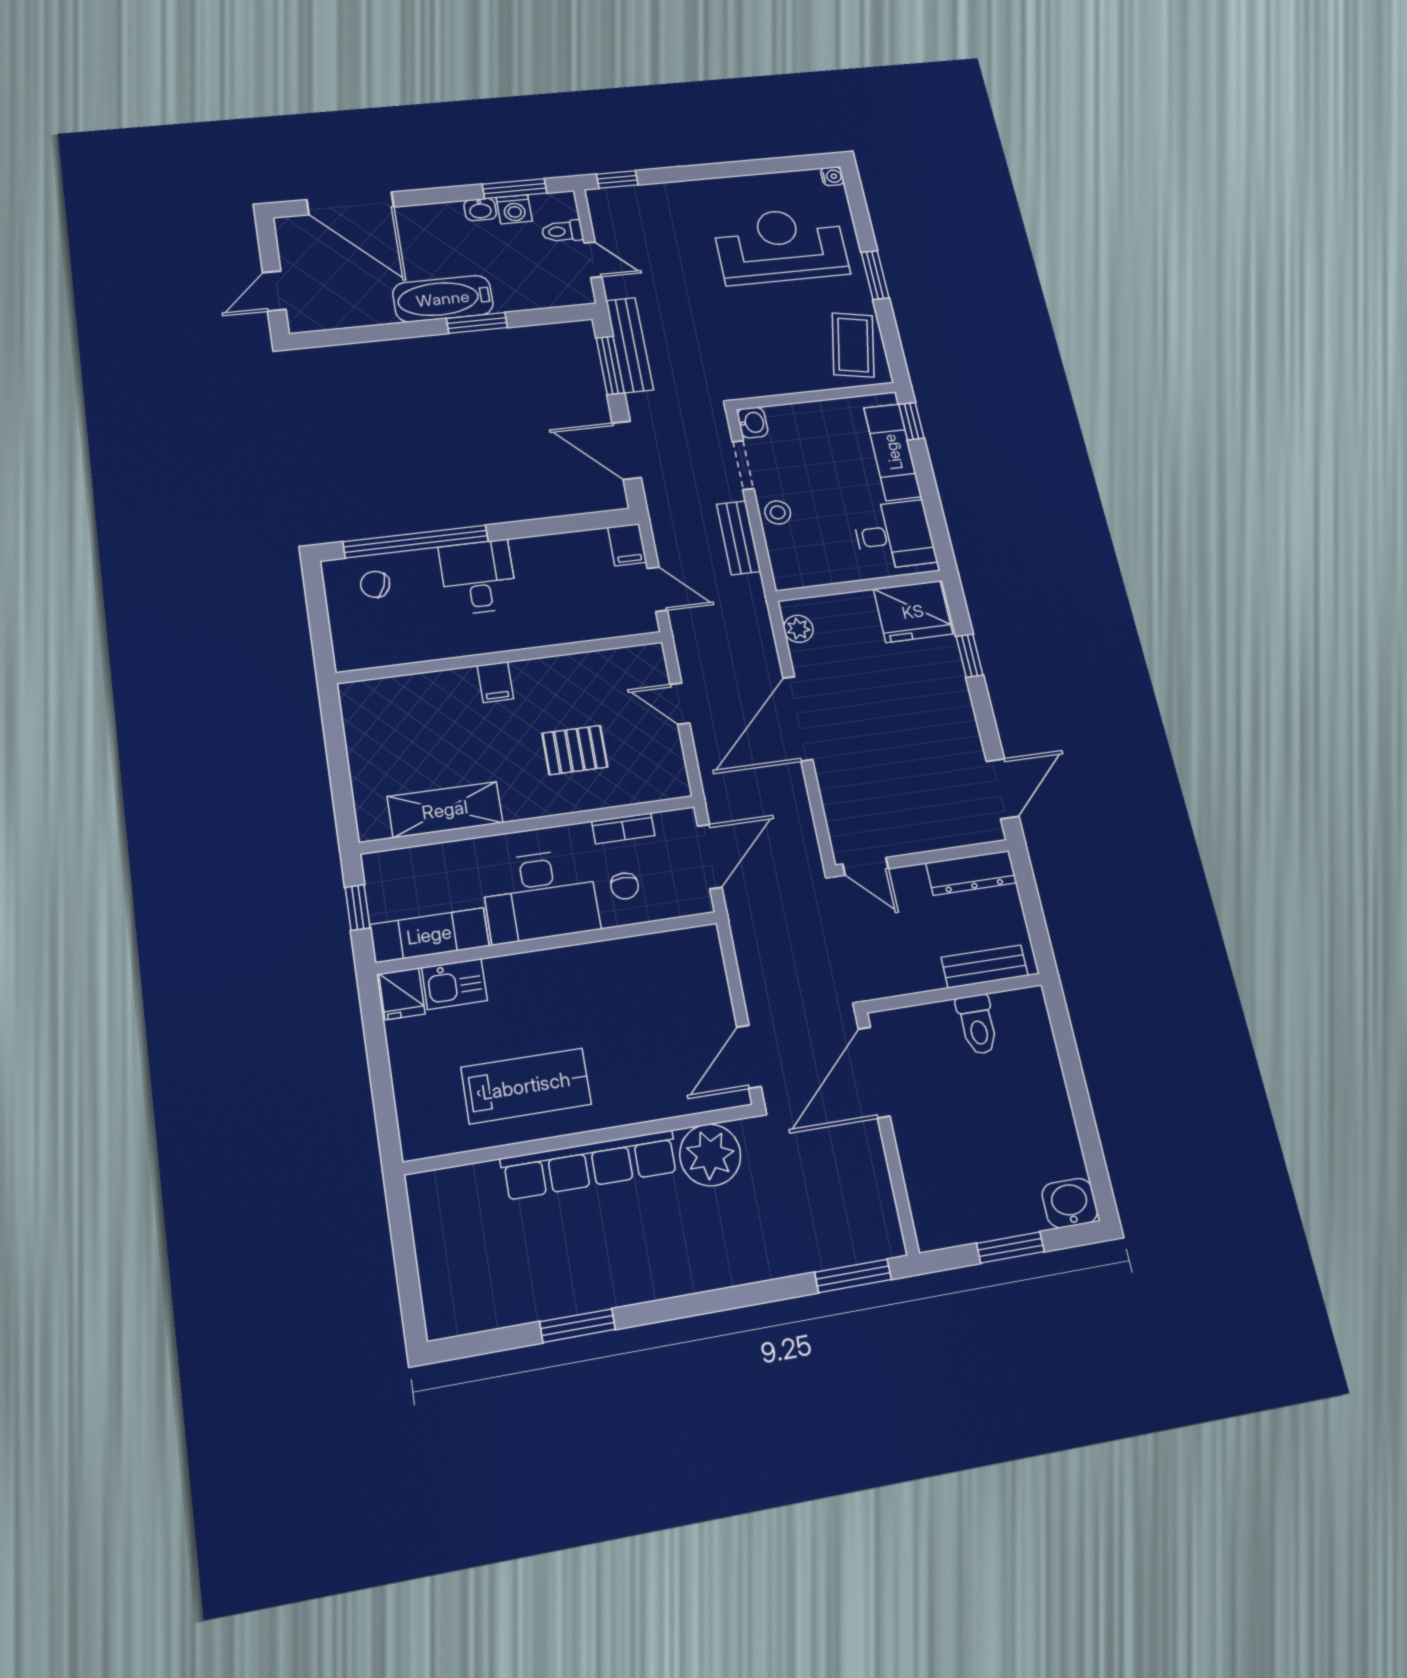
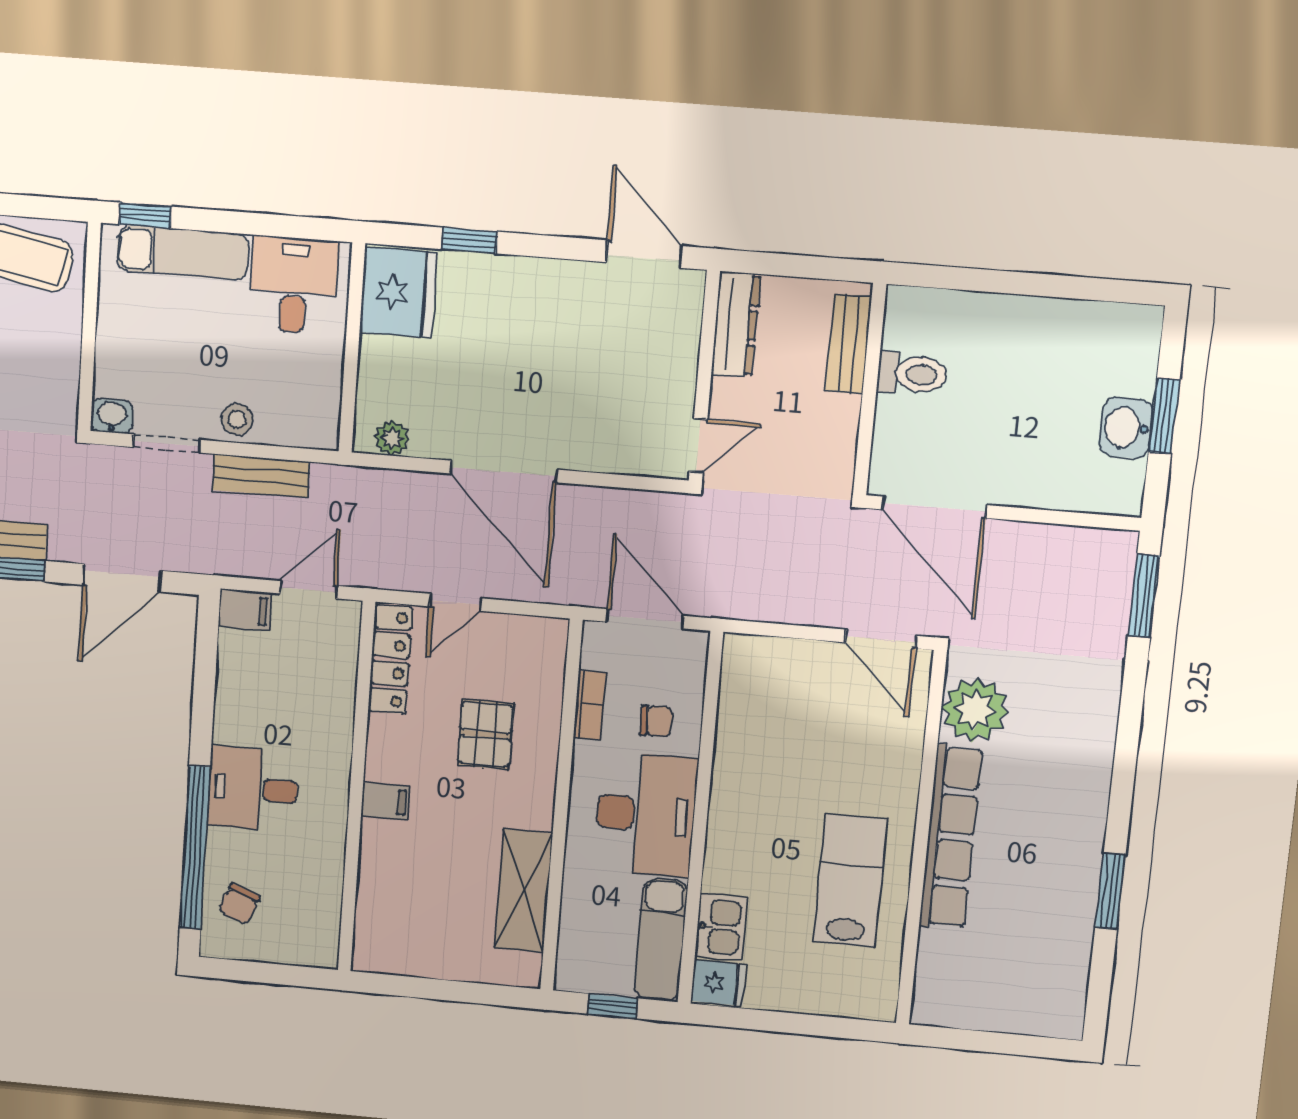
locker: (618, 663) -> (390, 659), added
washbasin: (1070, 1203) -> (1126, 428), moved

